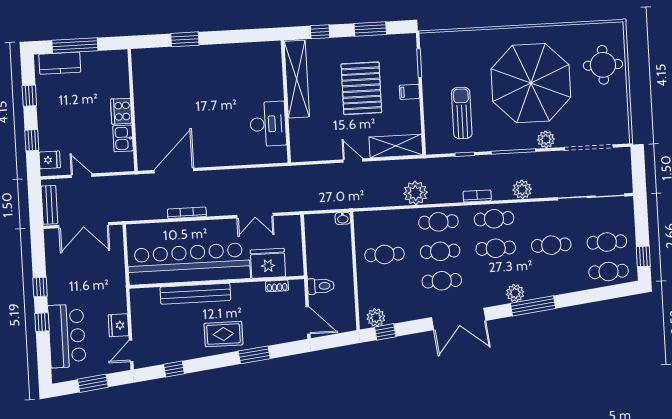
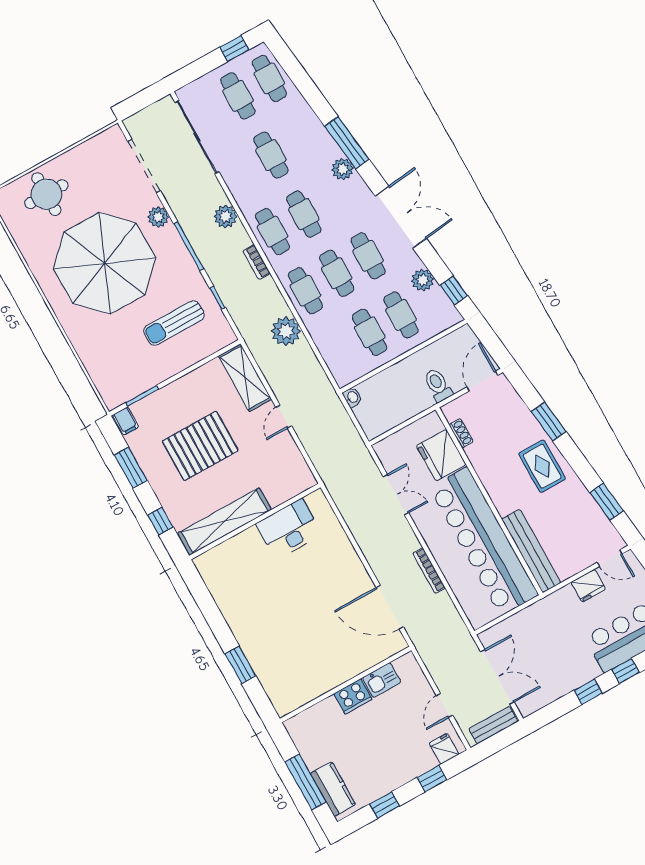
filing cabinet: (409, 92) -> (126, 421), moved
cafe table: (386, 284) -> (401, 315), added
bench: (195, 294) -> (531, 551), moved
plant: (376, 317) -> (423, 280), moved
window: (174, 369) -> (607, 502), width x1.50

